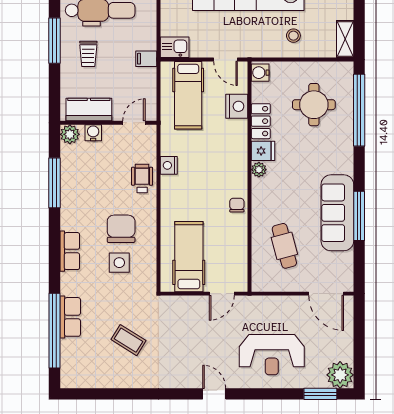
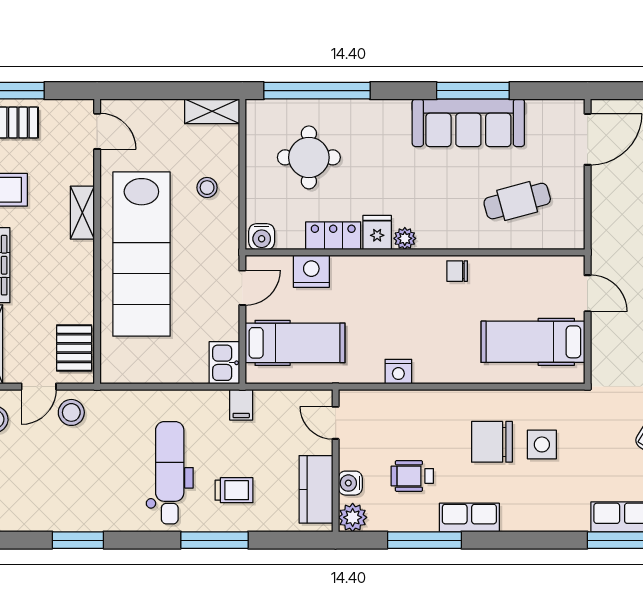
wheelchair: (142, 179) -> (412, 476), moved
row of seats: (70, 251) -> (469, 518), moved

